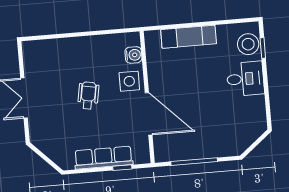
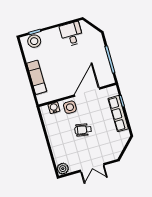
plant: (32, 50) -> (63, 169), added
desk: (245, 79) -> (72, 34), moved

